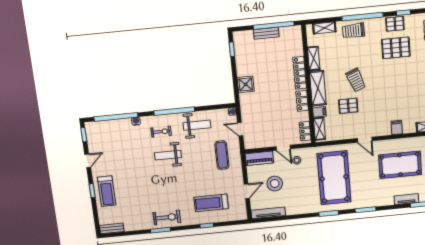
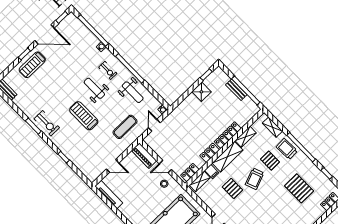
pallet: (395, 24) -> (270, 161), moved
shower: (246, 84) -> (201, 92), moved
door: (283, 148) -> (165, 167), hinge flipped
door: (88, 161) -> (44, 34), width x1.88
stool: (275, 184) -> (134, 182), removed
treadmill: (211, 203) -> (84, 116), moved

